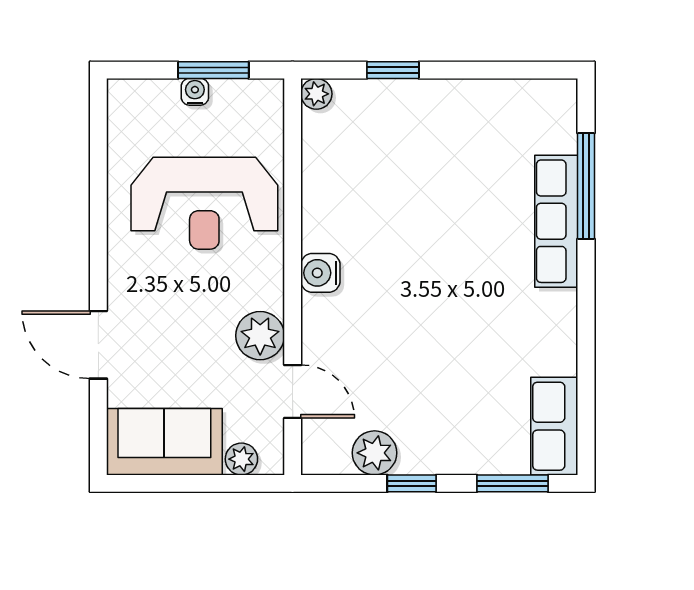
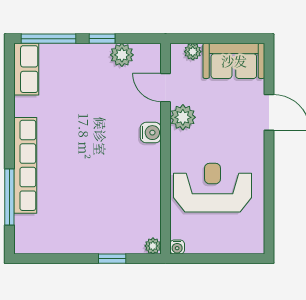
window: (213, 70) -> (208, 259), removed
water cooler: (195, 92) -> (177, 247), moved
row of seats: (556, 221) -> (25, 165), width x1.36
water cooler: (320, 273) -> (151, 133), moved
window: (512, 483) -> (49, 39), width x1.44

